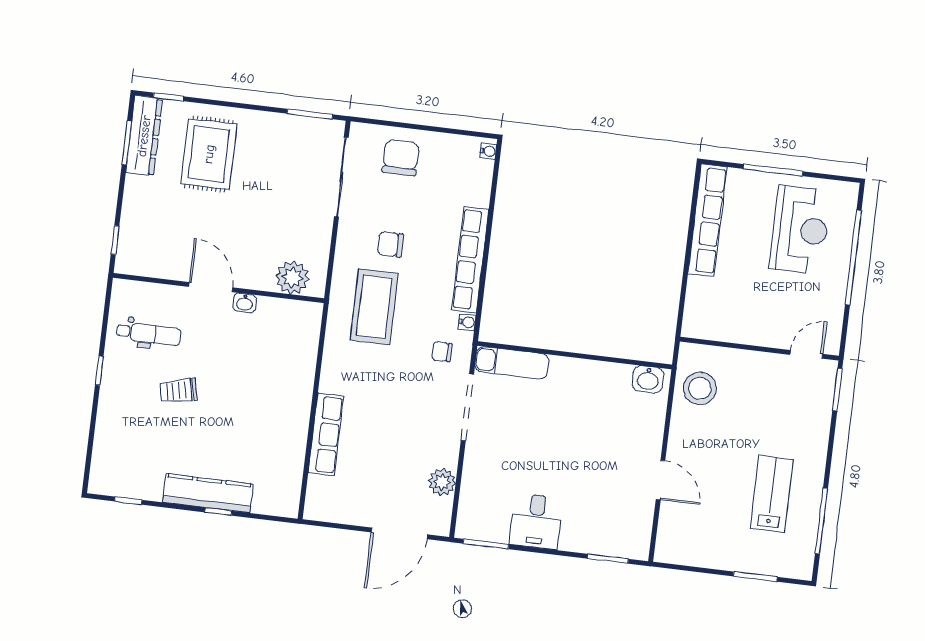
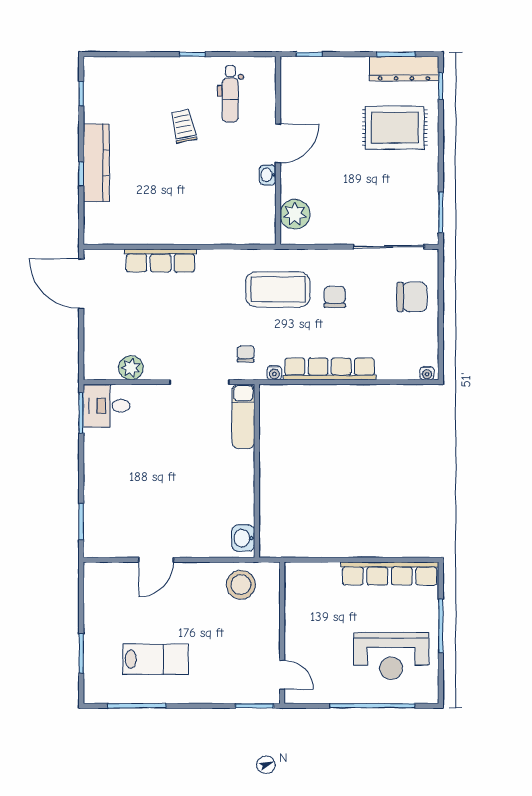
desk: (536, 521) -> (106, 406), moved
door: (399, 533) -> (81, 284), moved

